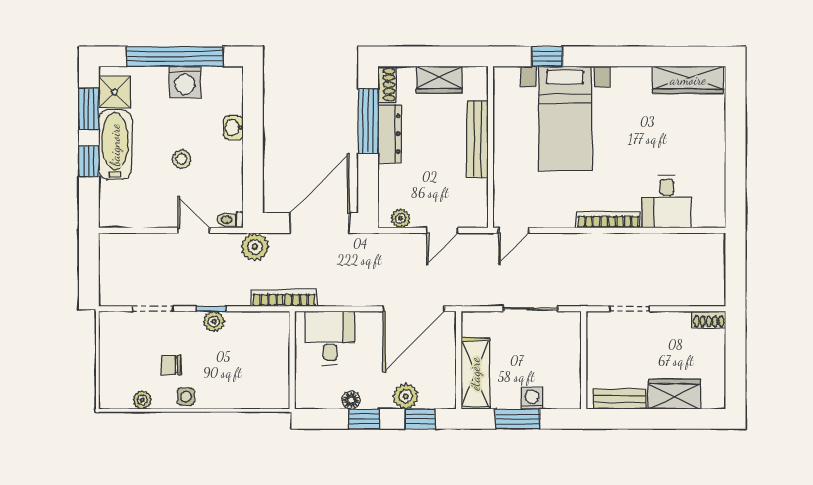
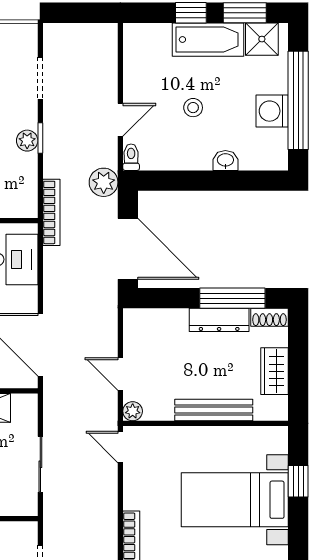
plant: (400, 218) -> (133, 411), moved

